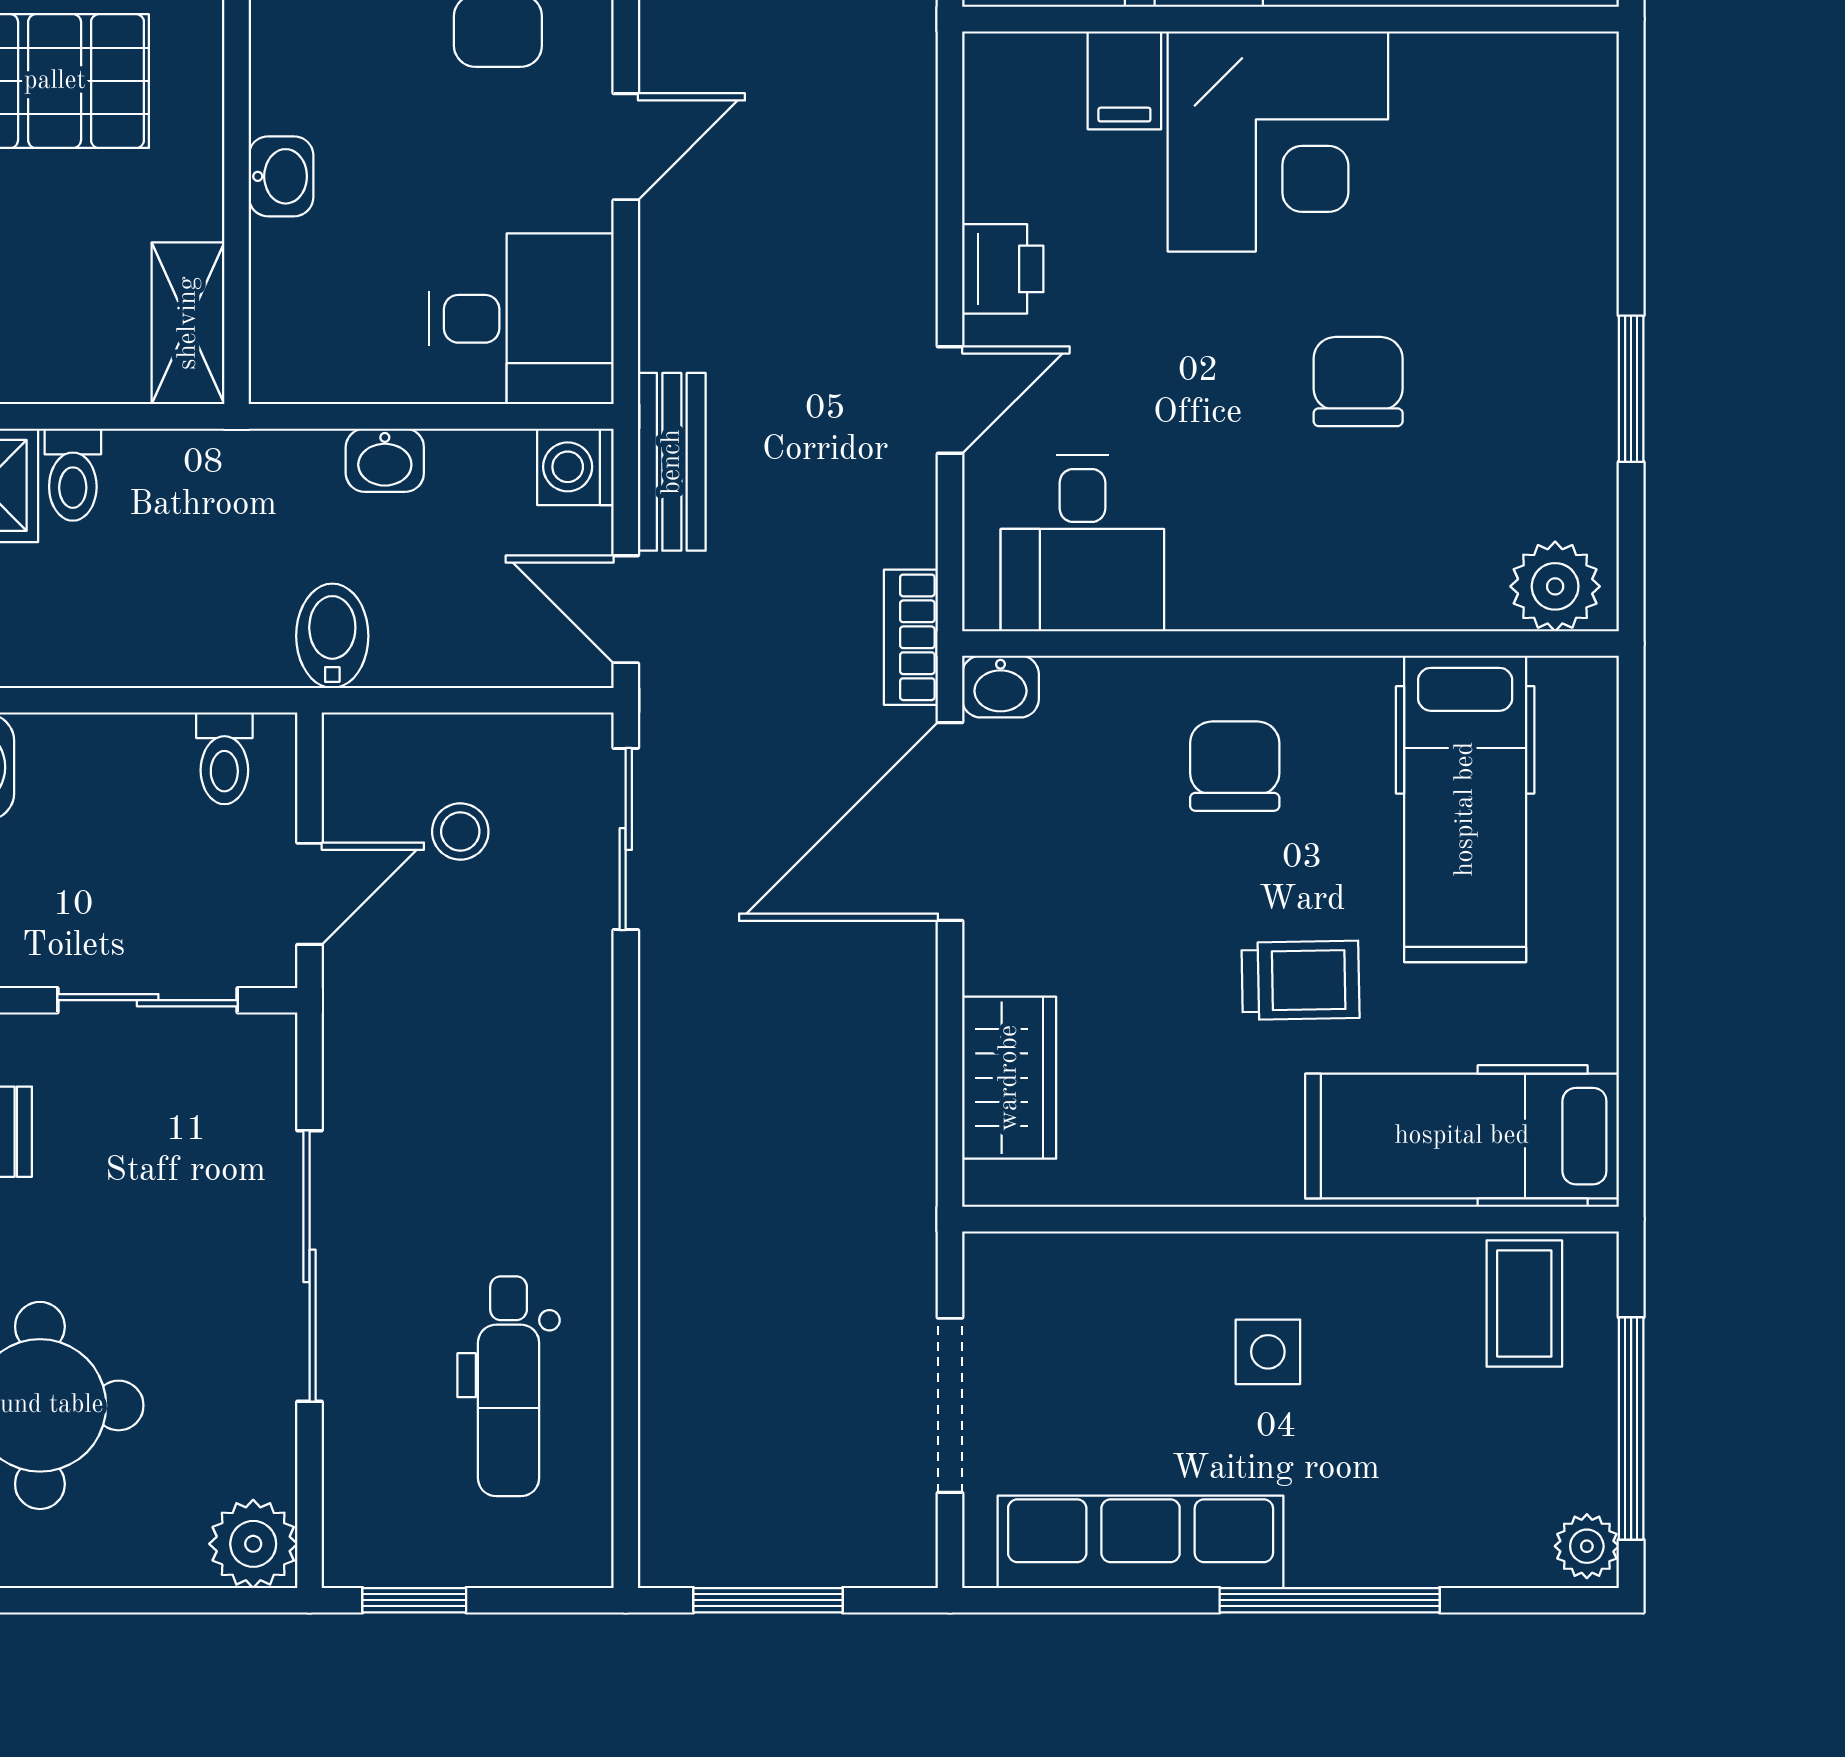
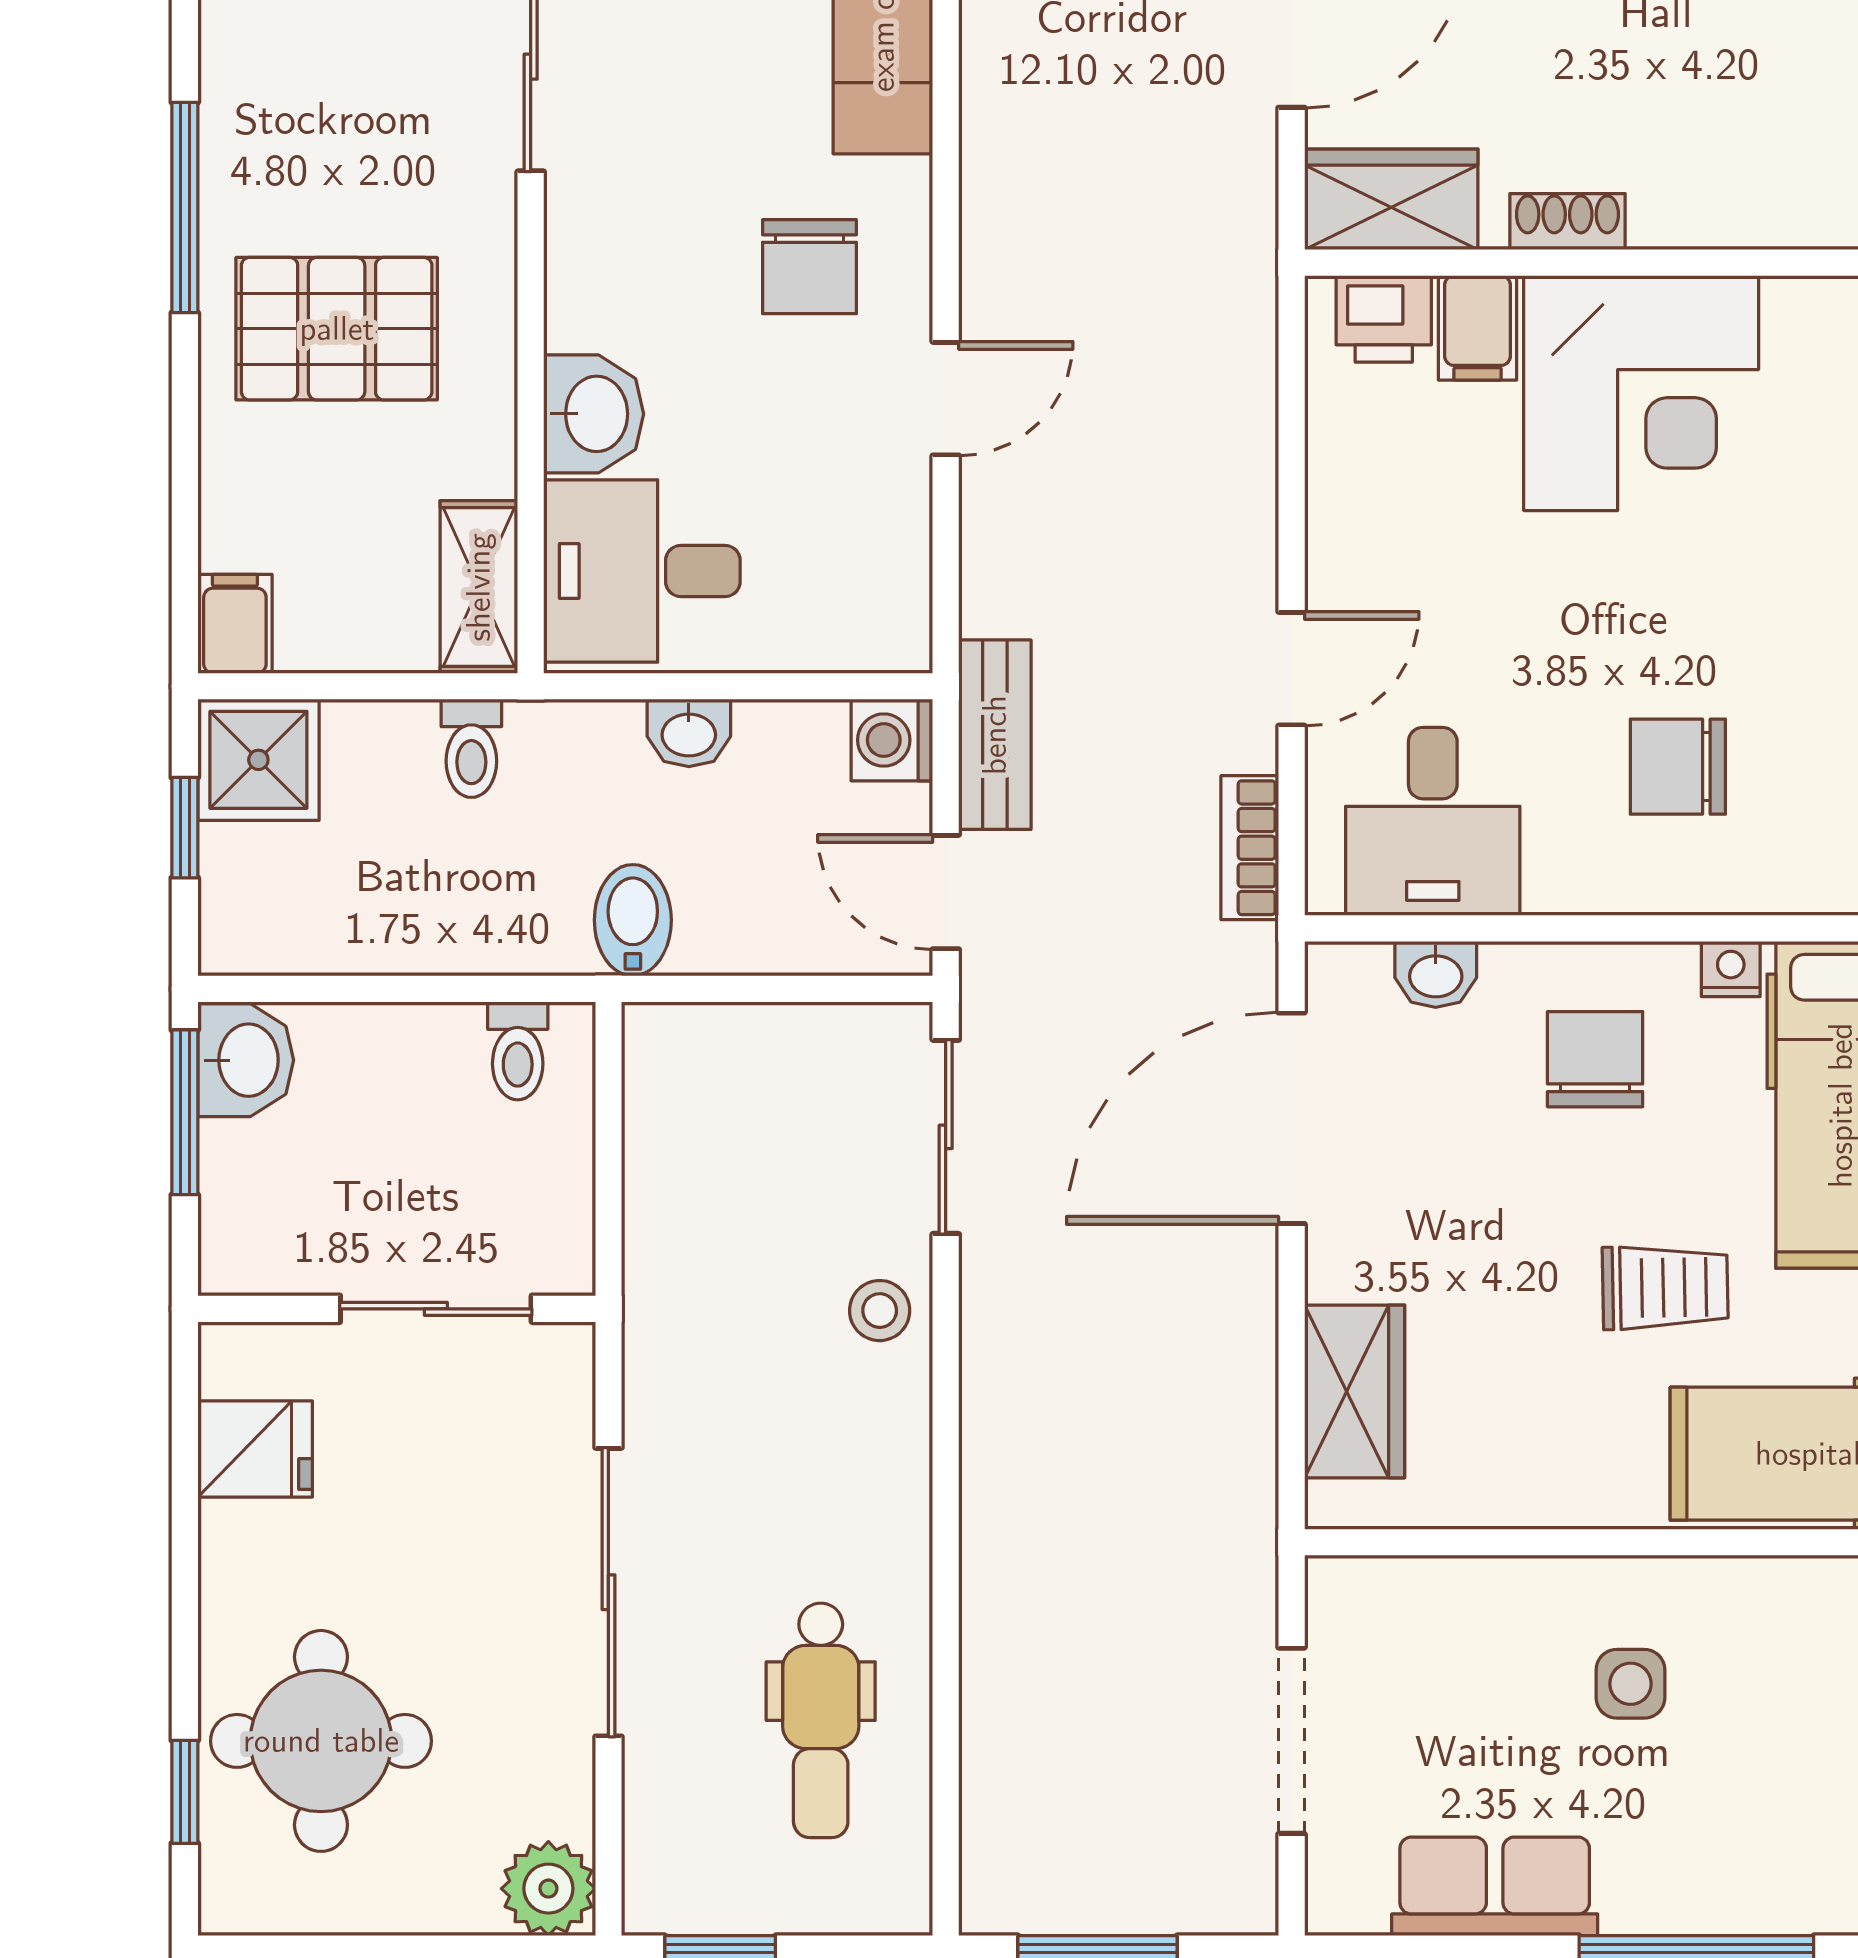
washbasin: (281, 176) -> (594, 414), width x1.38, depth x1.45
printer: (1003, 269) -> (1384, 319), moved, turned 90
desk: (521, 319) -> (642, 571), moved, turned 180
chair: (1358, 382) -> (1678, 767), moved, turned -90
toilet: (73, 475) -> (471, 748), moved
bookcase: (911, 637) -> (1250, 848), moved
nightstand: (1362, 682) -> (1731, 969), added
washbasin: (1000, 687) -> (1436, 974), moved
stool: (460, 831) -> (880, 1311), moved
door: (310, 894) -> (608, 1195), removed
row of seats: (1141, 1542) -> (1495, 1886), width x0.68

